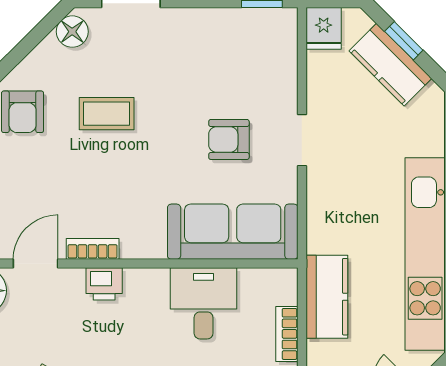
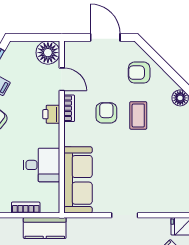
armchair: (229, 139) -> (106, 113), moved

